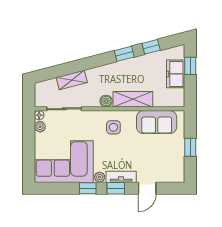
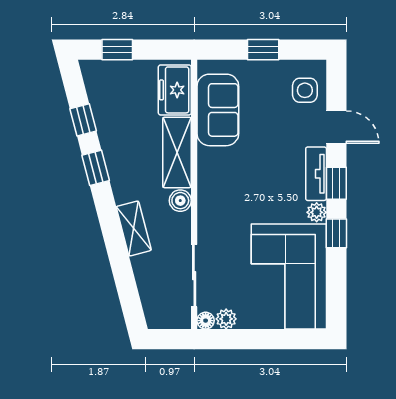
freezer: (176, 74) -> (175, 90), moved, turned 90
shelving: (72, 80) -> (134, 228), moved
side table: (113, 127) -> (305, 90), moved

